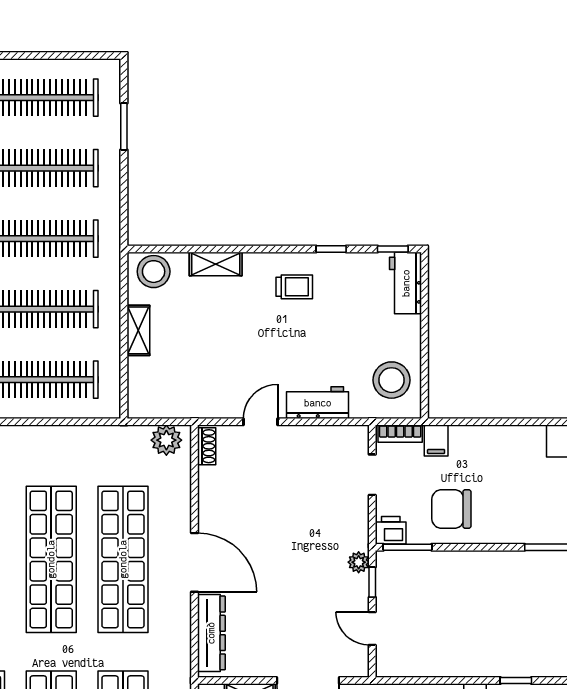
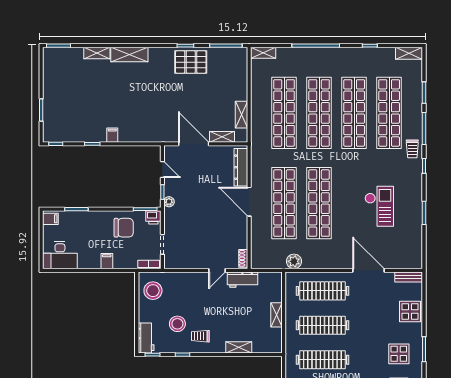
stool: (154, 272) -> (177, 324), moved
workbench: (318, 403) -> (243, 280), moved
plant: (166, 440) -> (294, 261), moved
filing cabinet: (436, 441) -> (107, 261), moved

